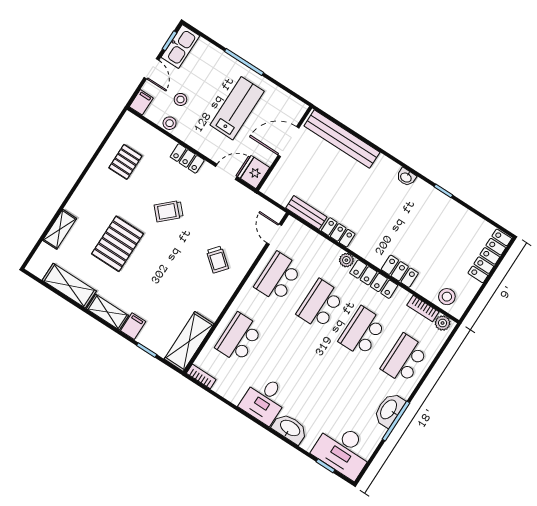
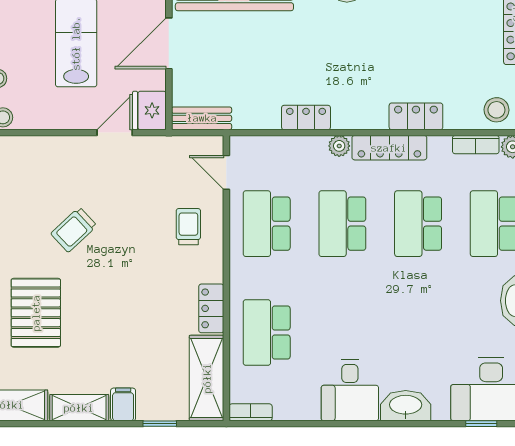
locker: (187, 158) -> (211, 308), moved, turned 90
bench: (306, 212) -> (202, 118), moved
trolley: (217, 259) -> (188, 227), moved, turned -130

